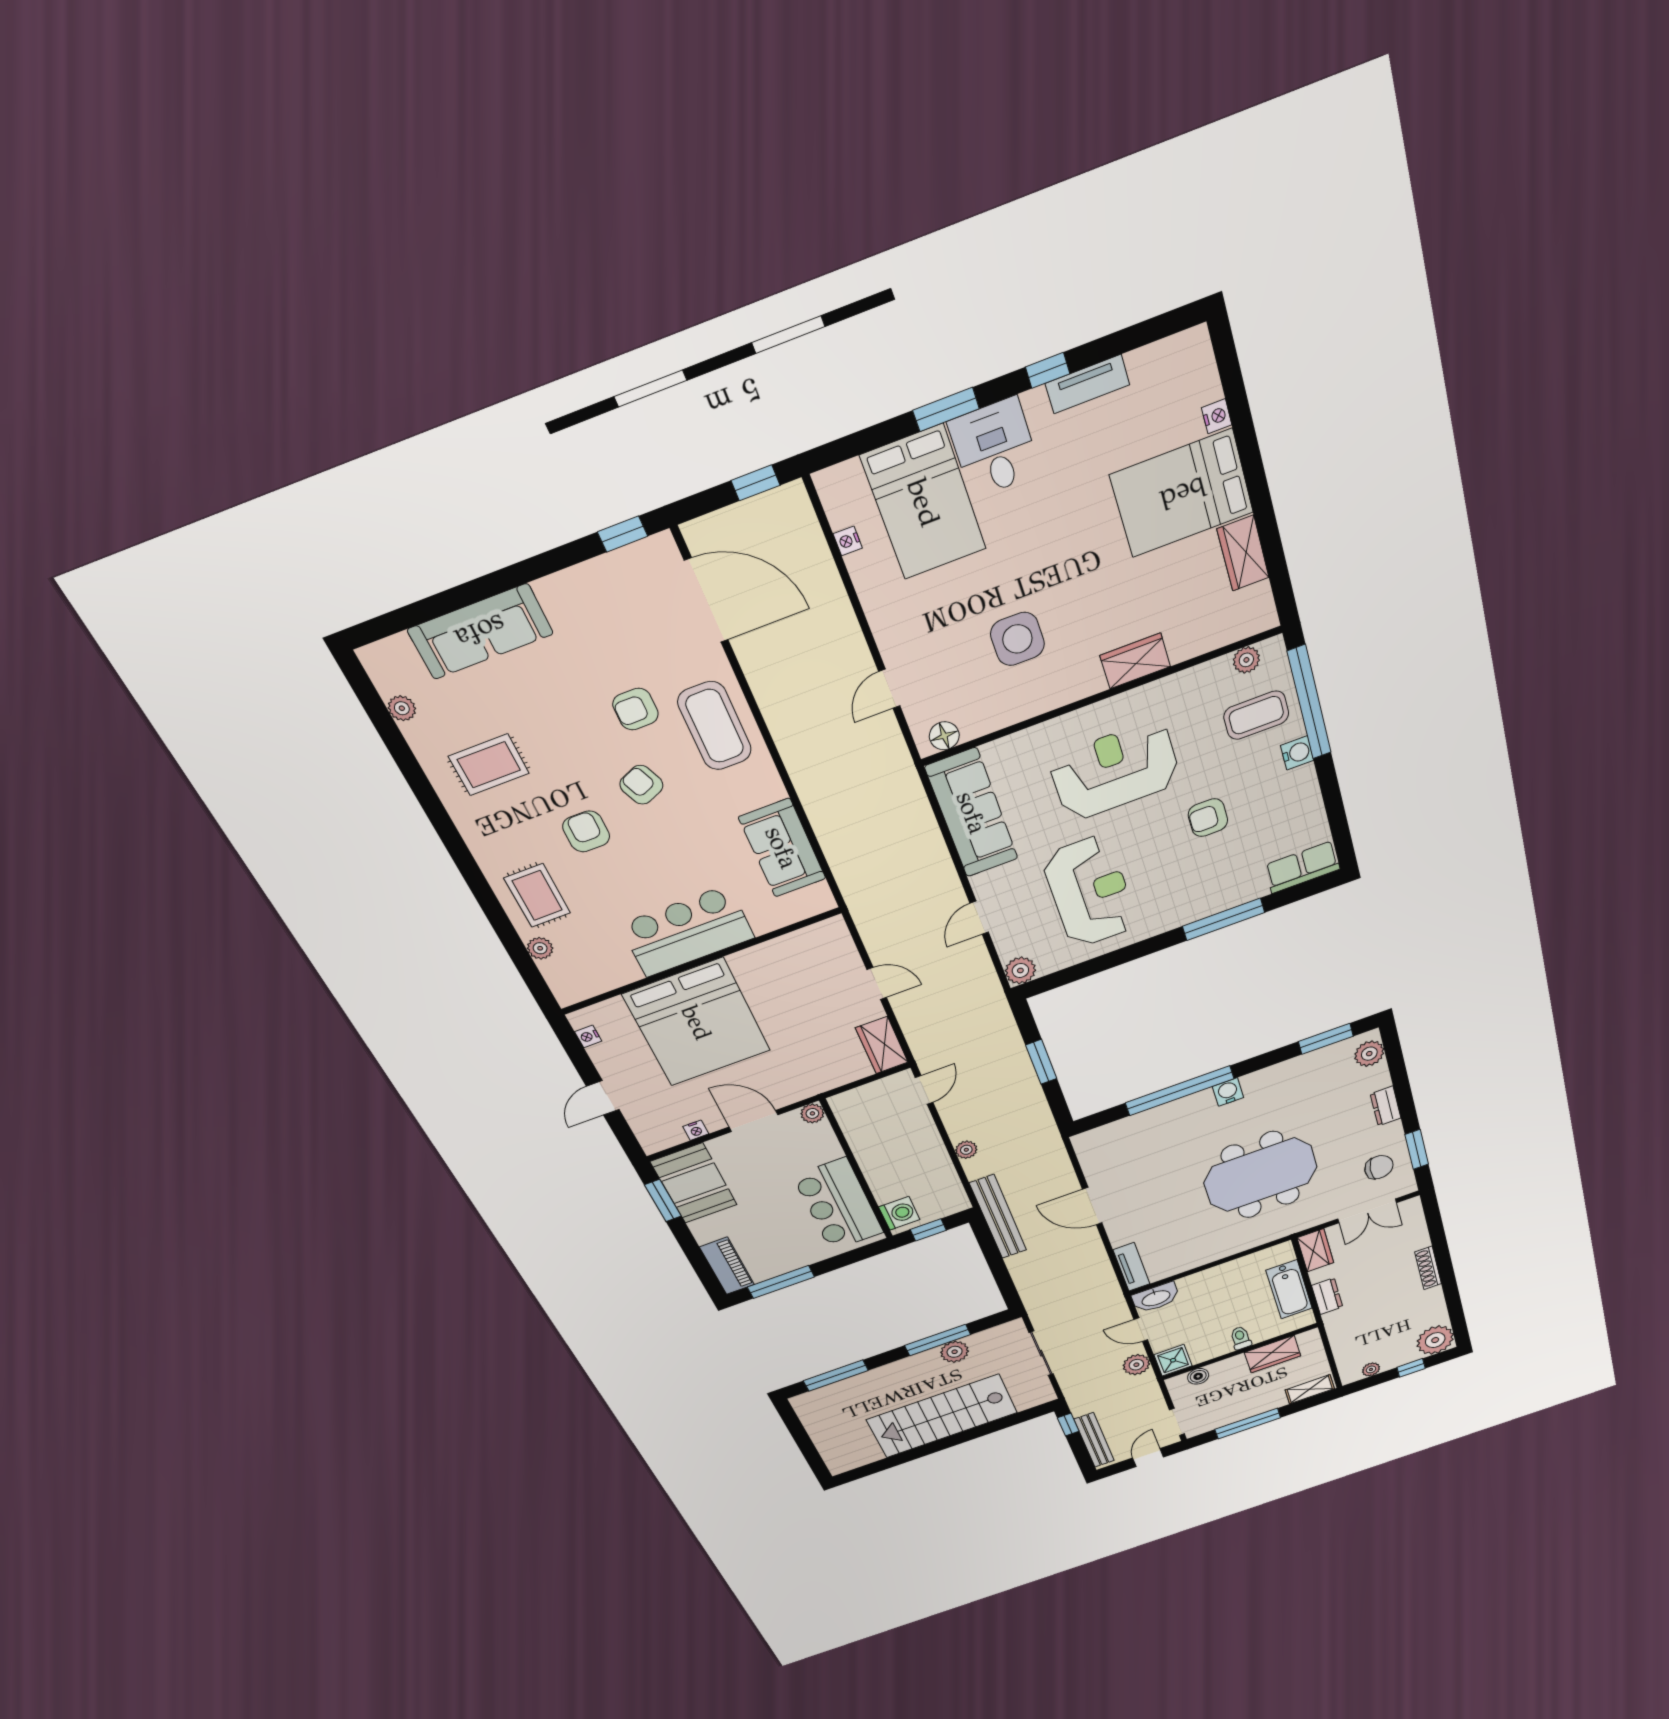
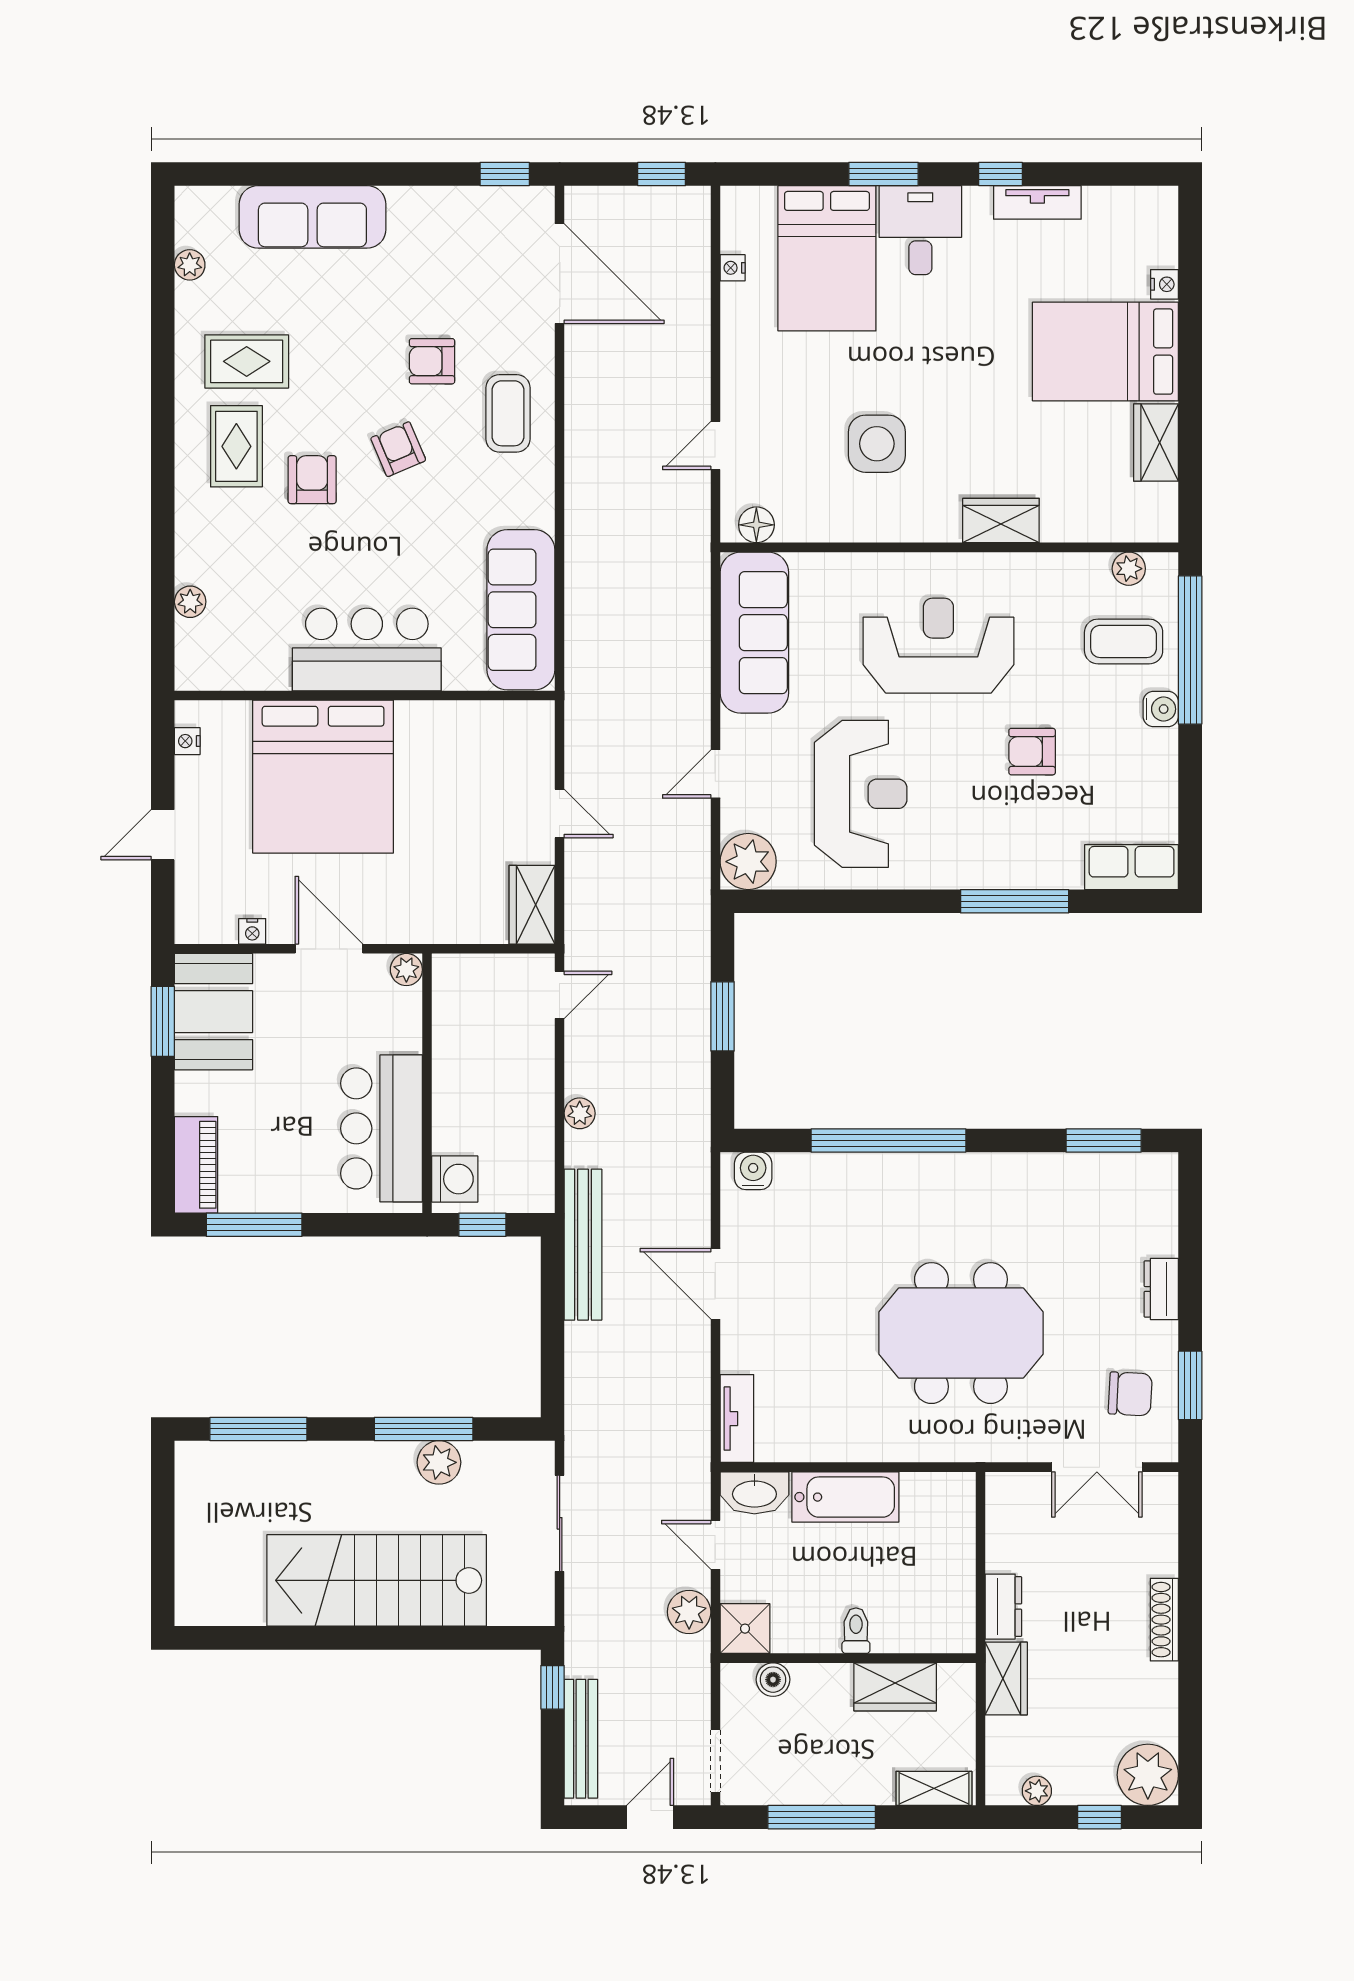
coffee table: (715, 726) -> (508, 413), width x0.73, depth x0.76
sofa: (782, 848) -> (521, 610), width x1.36
rug: (537, 895) -> (236, 446), moved
plant: (1020, 970) -> (748, 862), width x1.36, depth x1.36
plant: (1369, 1054) -> (1157, 1190), removed
water cooler: (1228, 1092) -> (753, 1171), moved
wardrobe: (1315, 1250) -> (1006, 1678), moved
bathtub: (1289, 1289) -> (845, 1497), moved, turned -90

